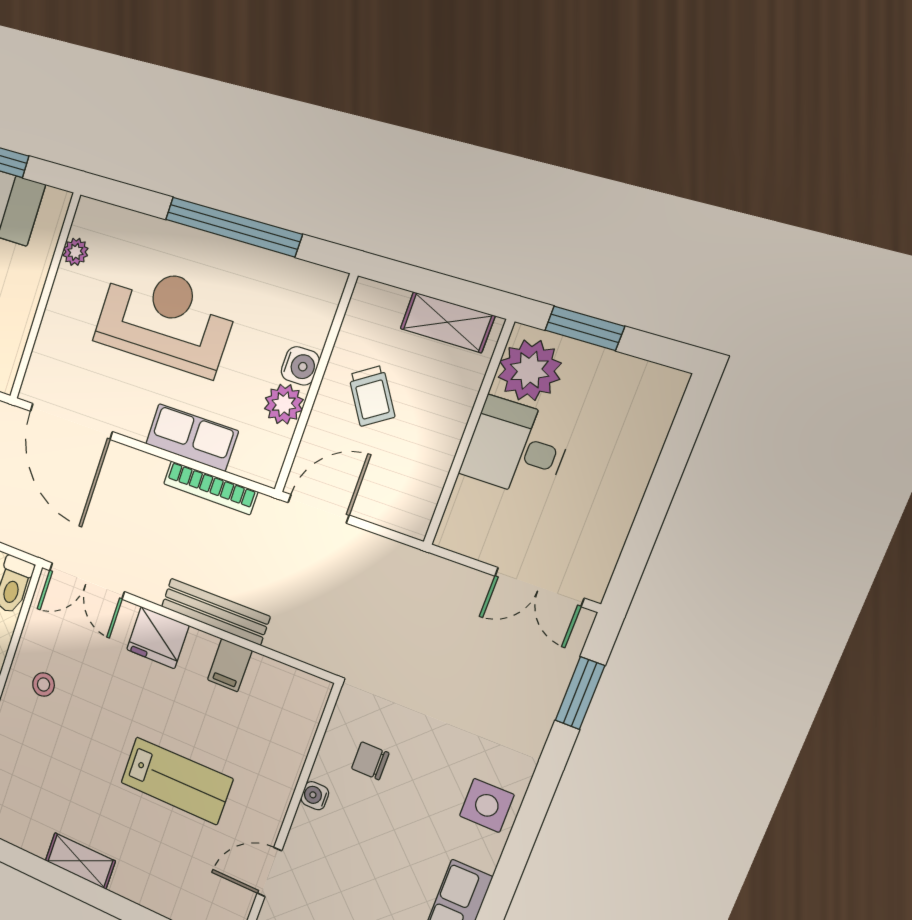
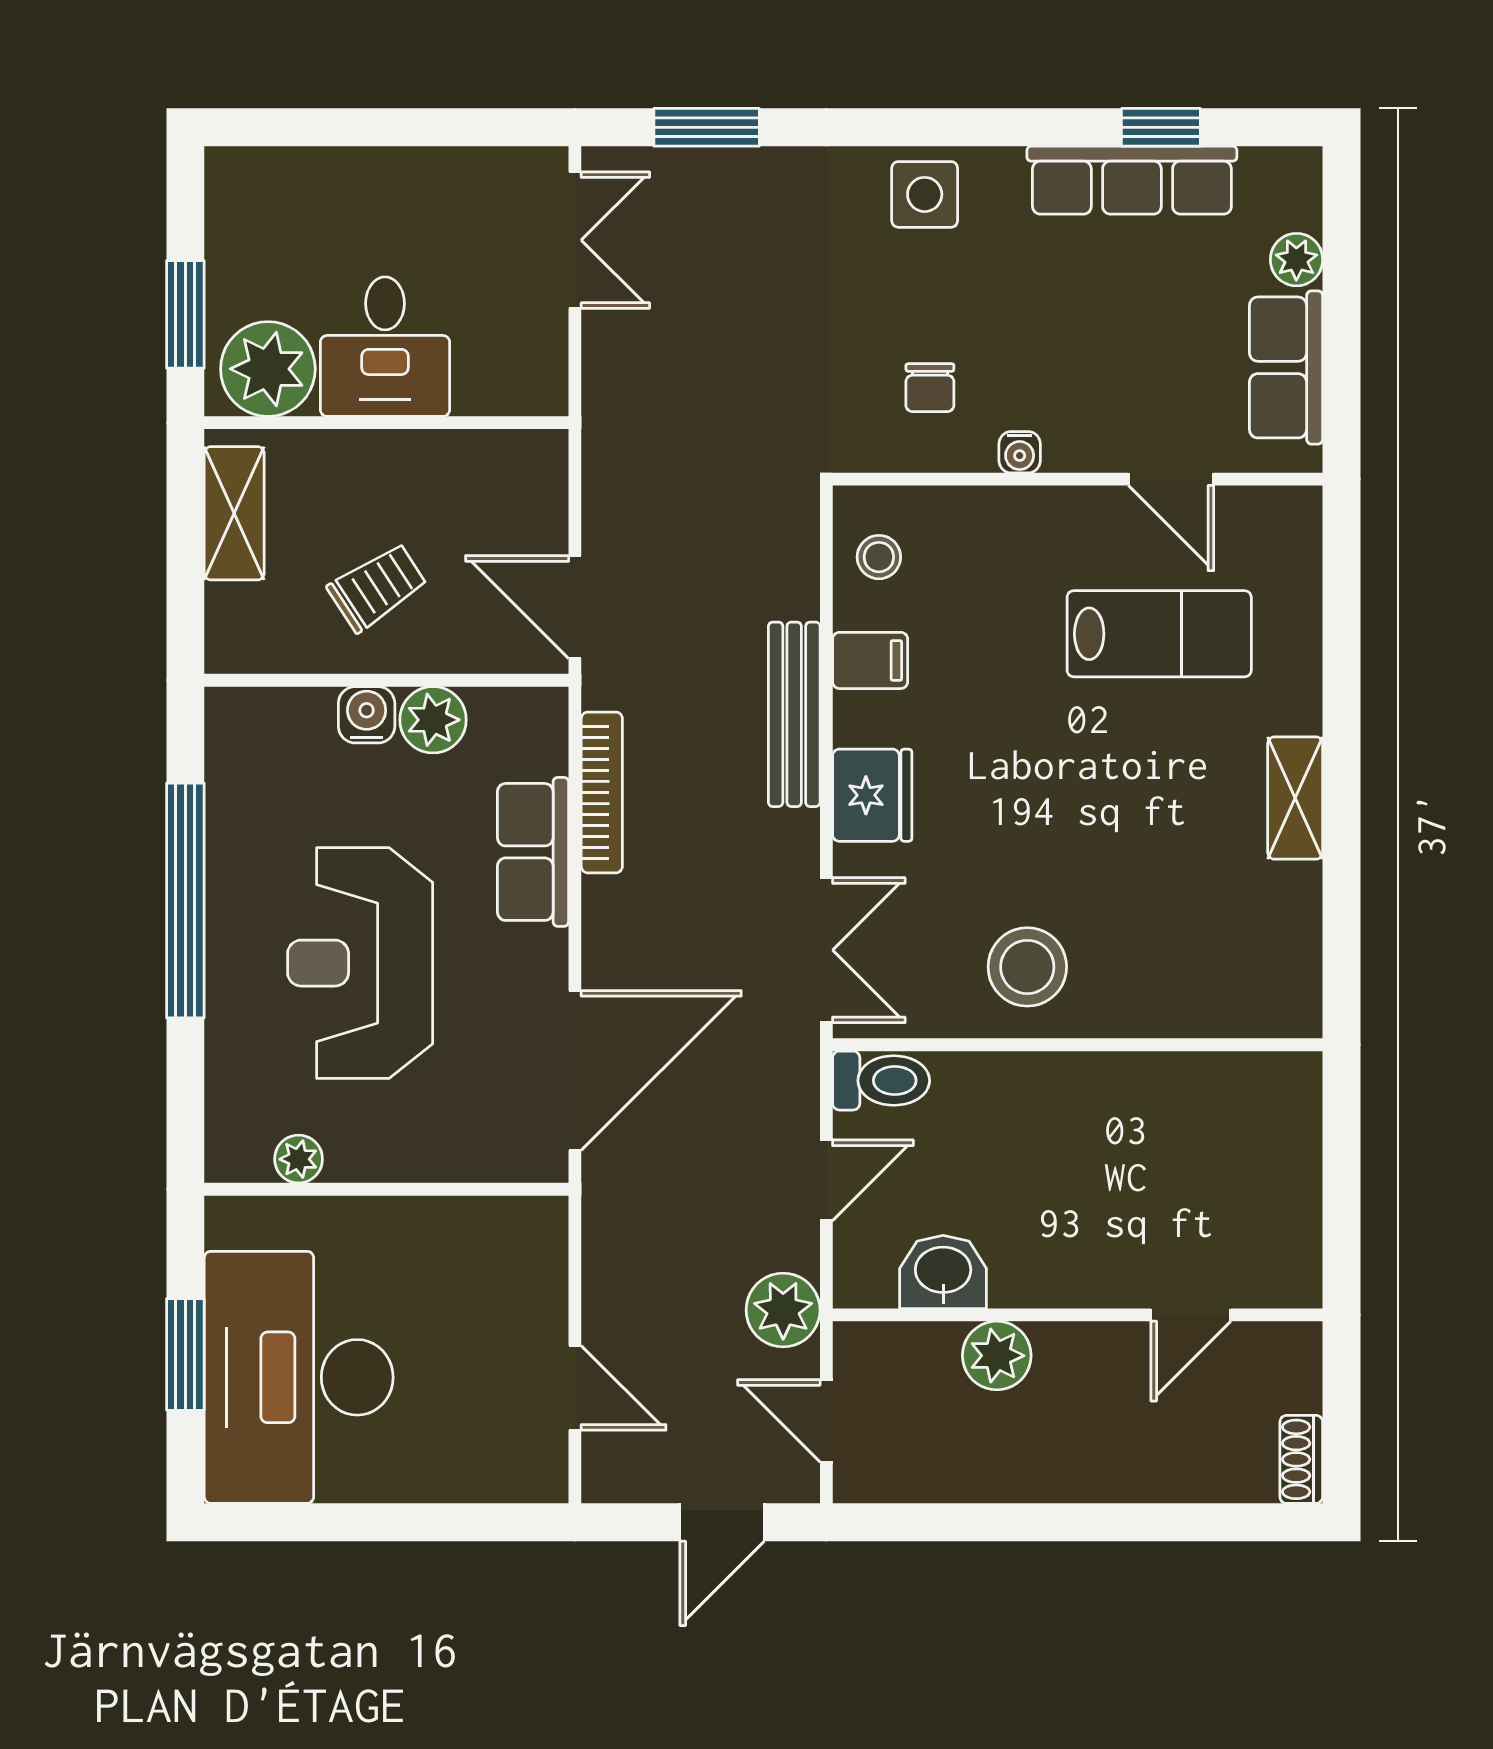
stool: (44, 684) -> (1027, 967), width x1.89, depth x1.89
stool: (285, 693) -> (879, 557), added
lab bench: (176, 781) -> (1159, 634), moved, turned 90

